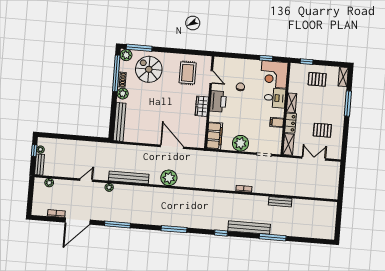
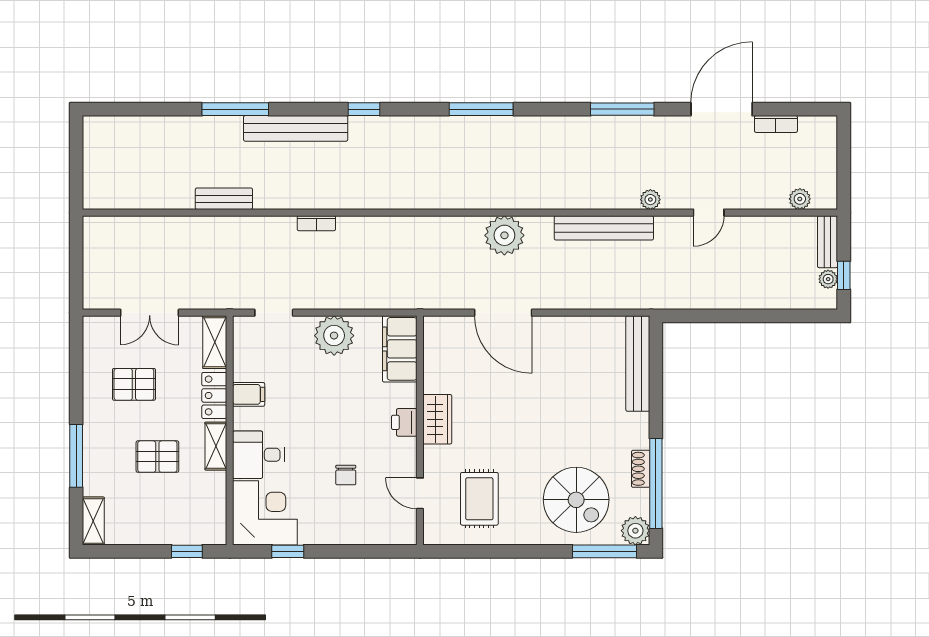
pallet: (317, 79) -> (157, 457), moved
plant: (123, 94) -> (636, 434), removed
printer: (218, 101) -> (404, 422), width x0.53, depth x0.68

